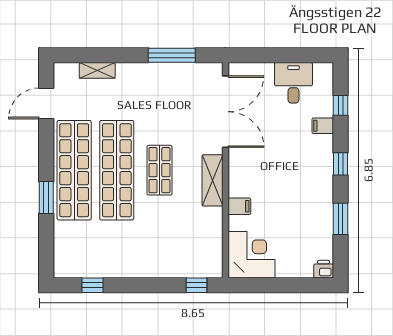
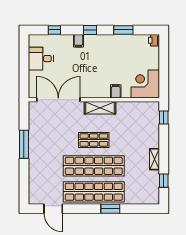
window: (172, 55) -> (24, 144), moved
shelving: (97, 70) -> (154, 159), moved
filing cabinet: (323, 126) -> (78, 41), moved

